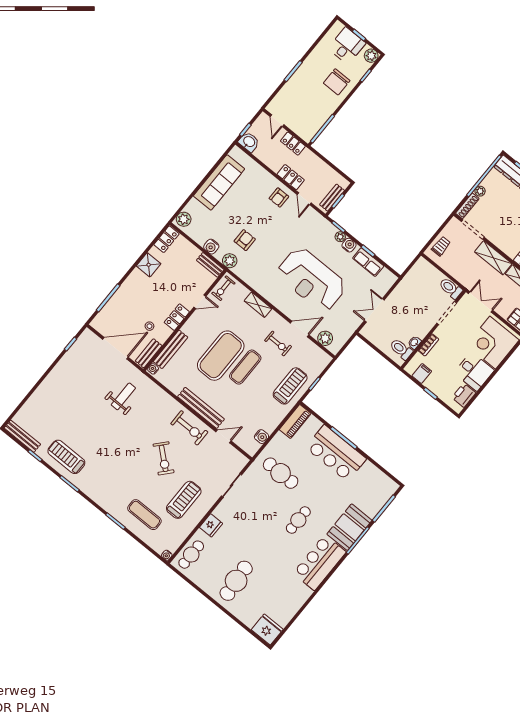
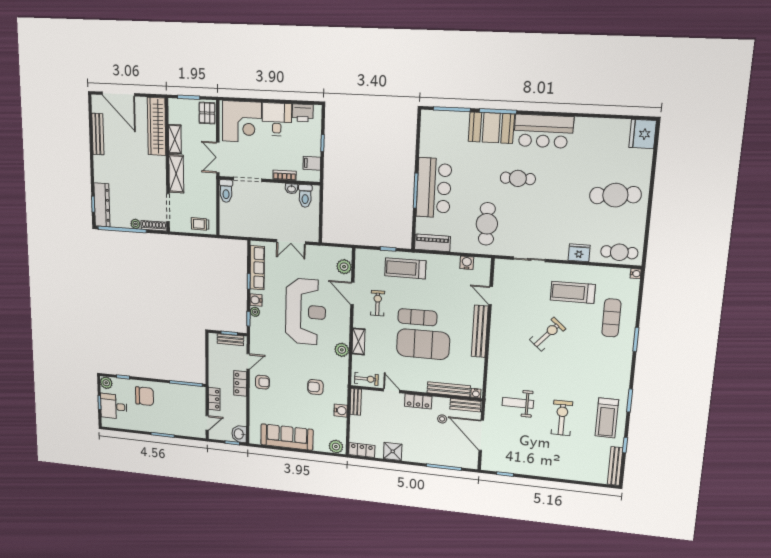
plant: (230, 261) -> (342, 350), moved
row of seats: (368, 262) -> (257, 268), width x1.48
exercise bike: (189, 428) -> (562, 418), moved

